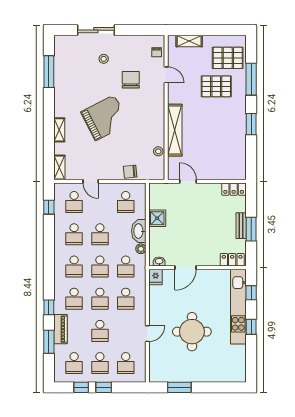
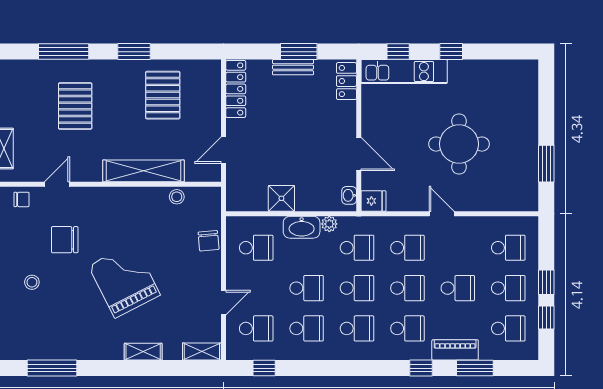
pallet: (228, 58) -> (163, 95), moved
locker: (234, 189) -> (236, 89), width x1.53
kitchen unit: (238, 307) -> (404, 72), width x0.73
door: (147, 334) -> (442, 214), moved

